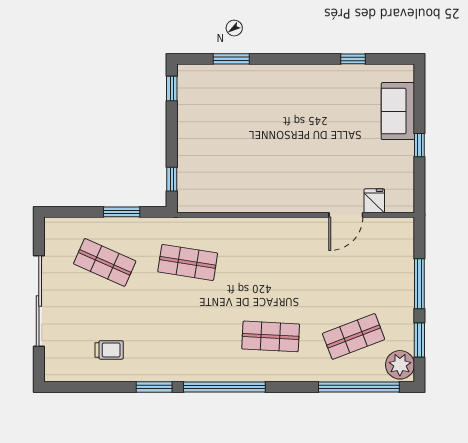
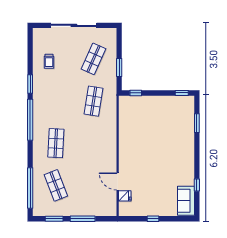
sofa: (398, 111) -> (186, 201), moved, turned -90
plant: (400, 365) -> (41, 209), removed

